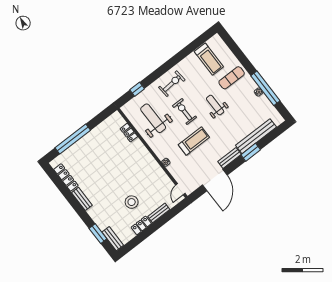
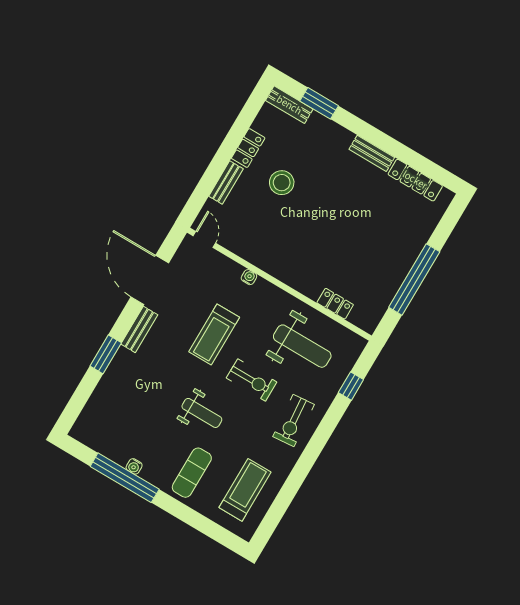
treadmill: (209, 59) -> (245, 490), turned 90
bench: (256, 136) -> (108, 386), removed
window: (73, 139) -> (414, 279), moved

